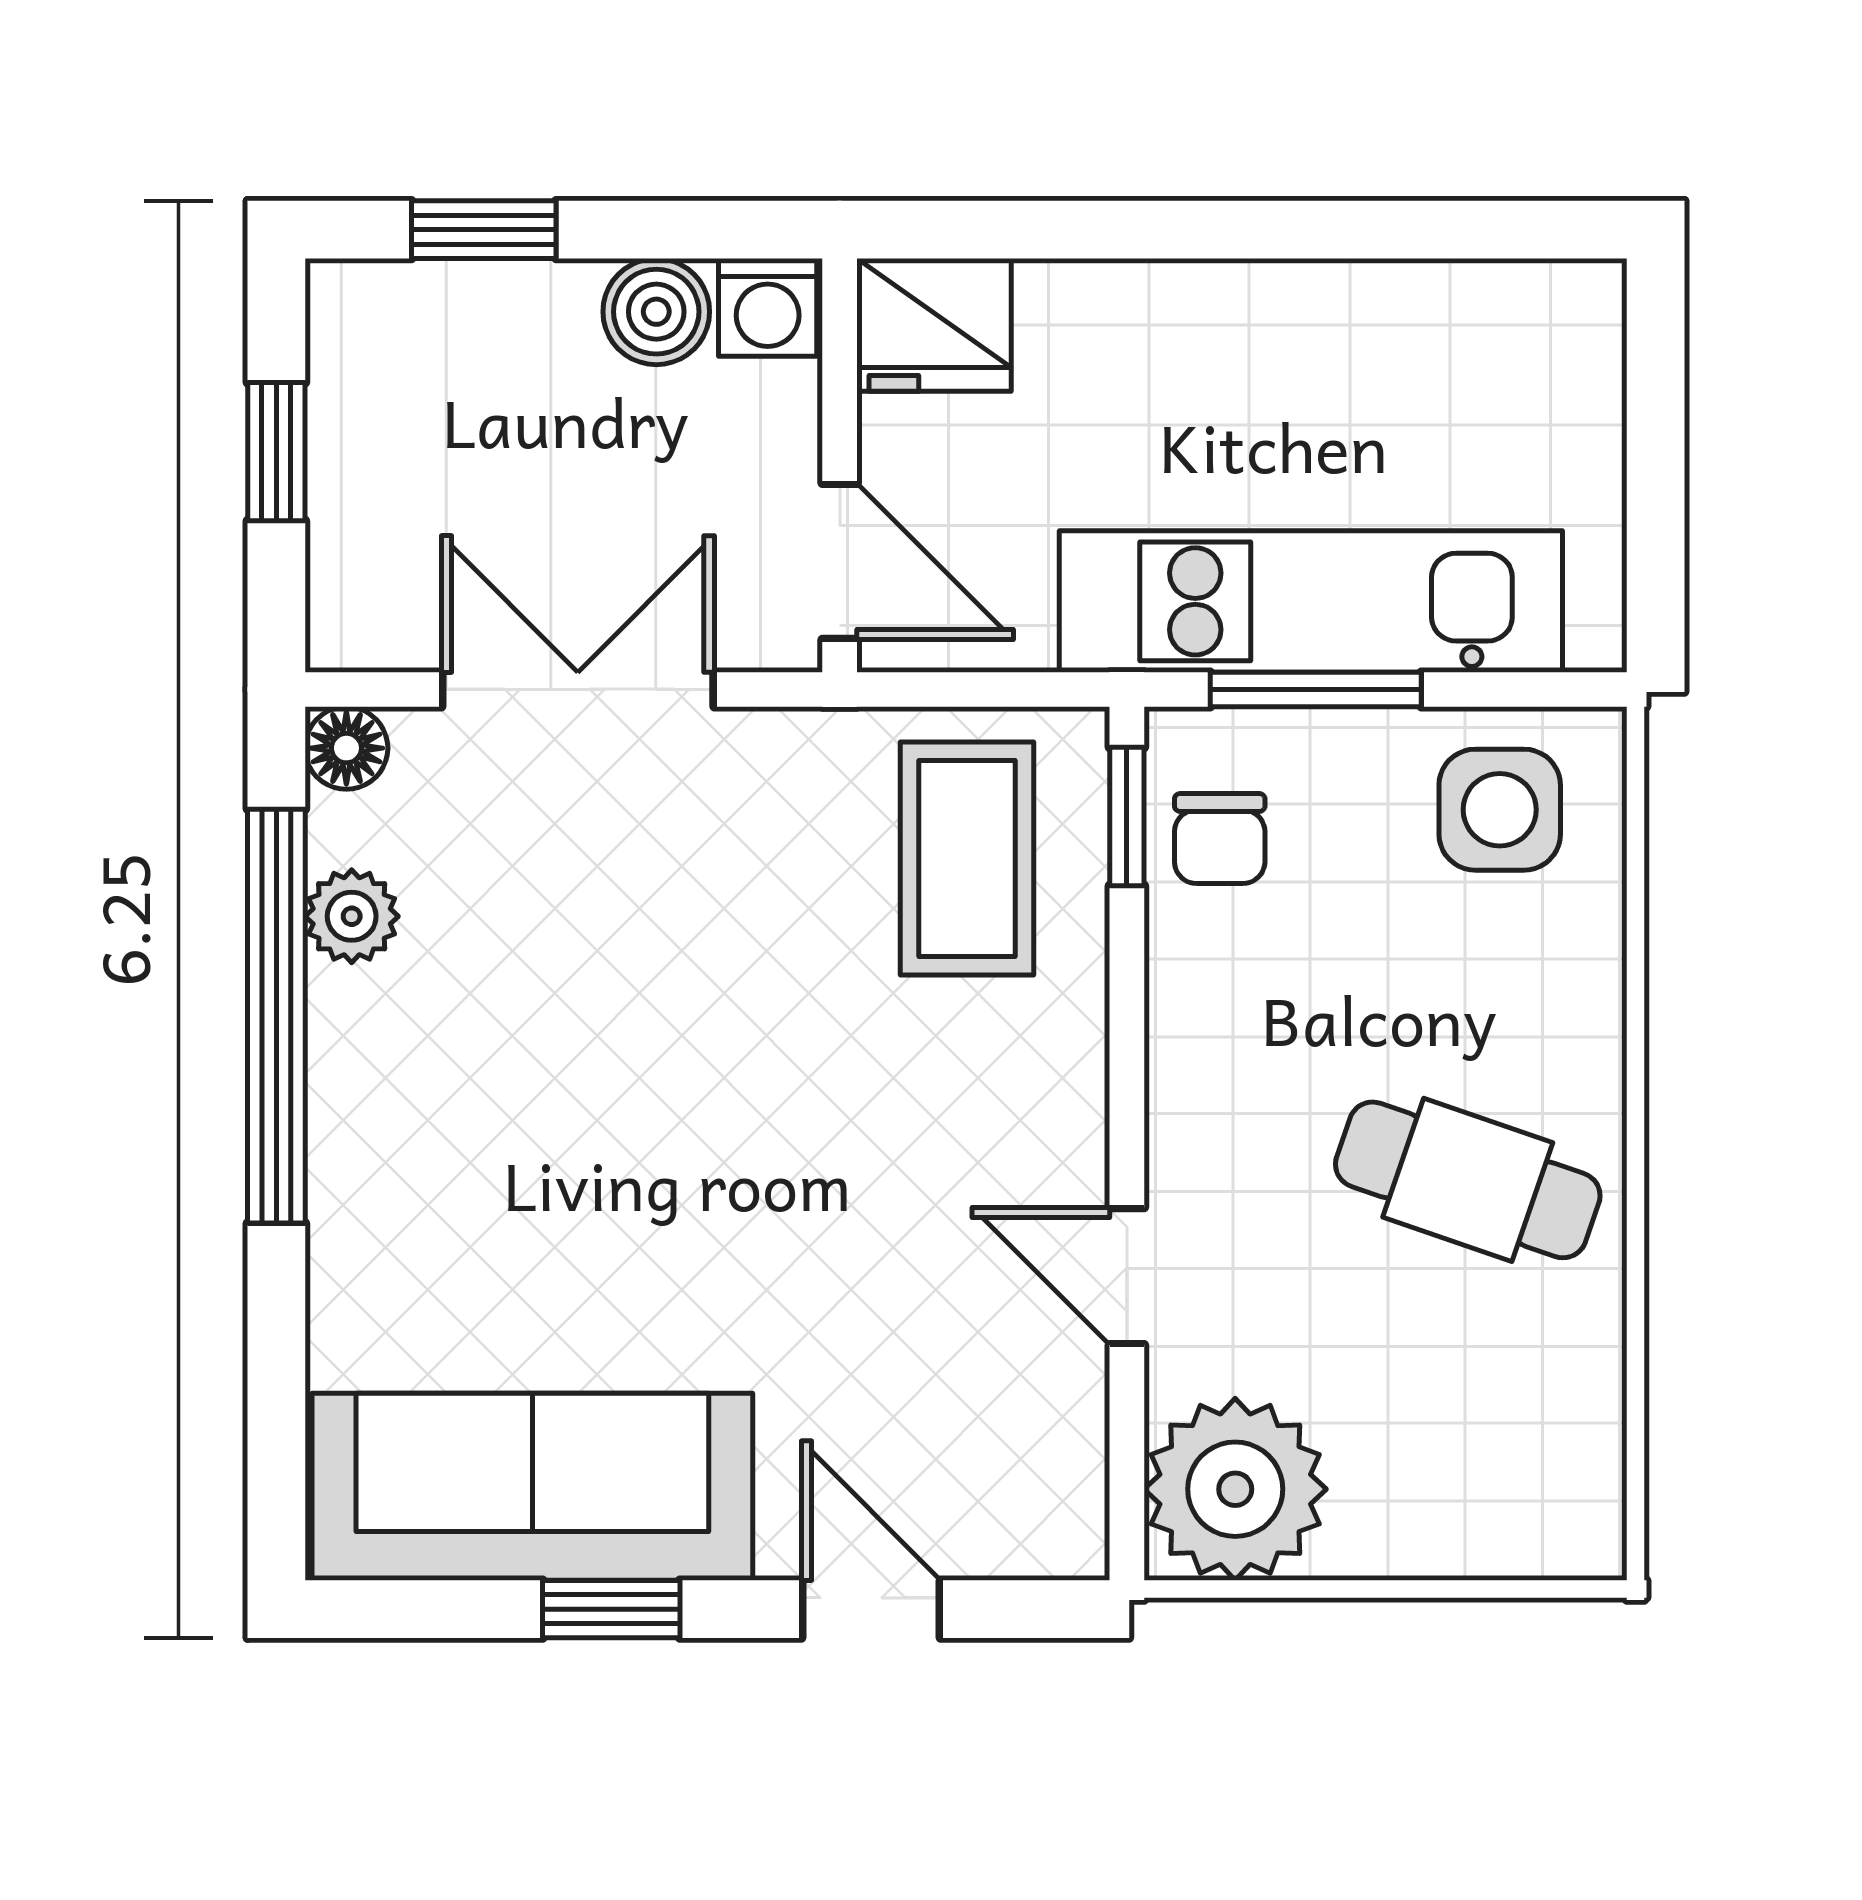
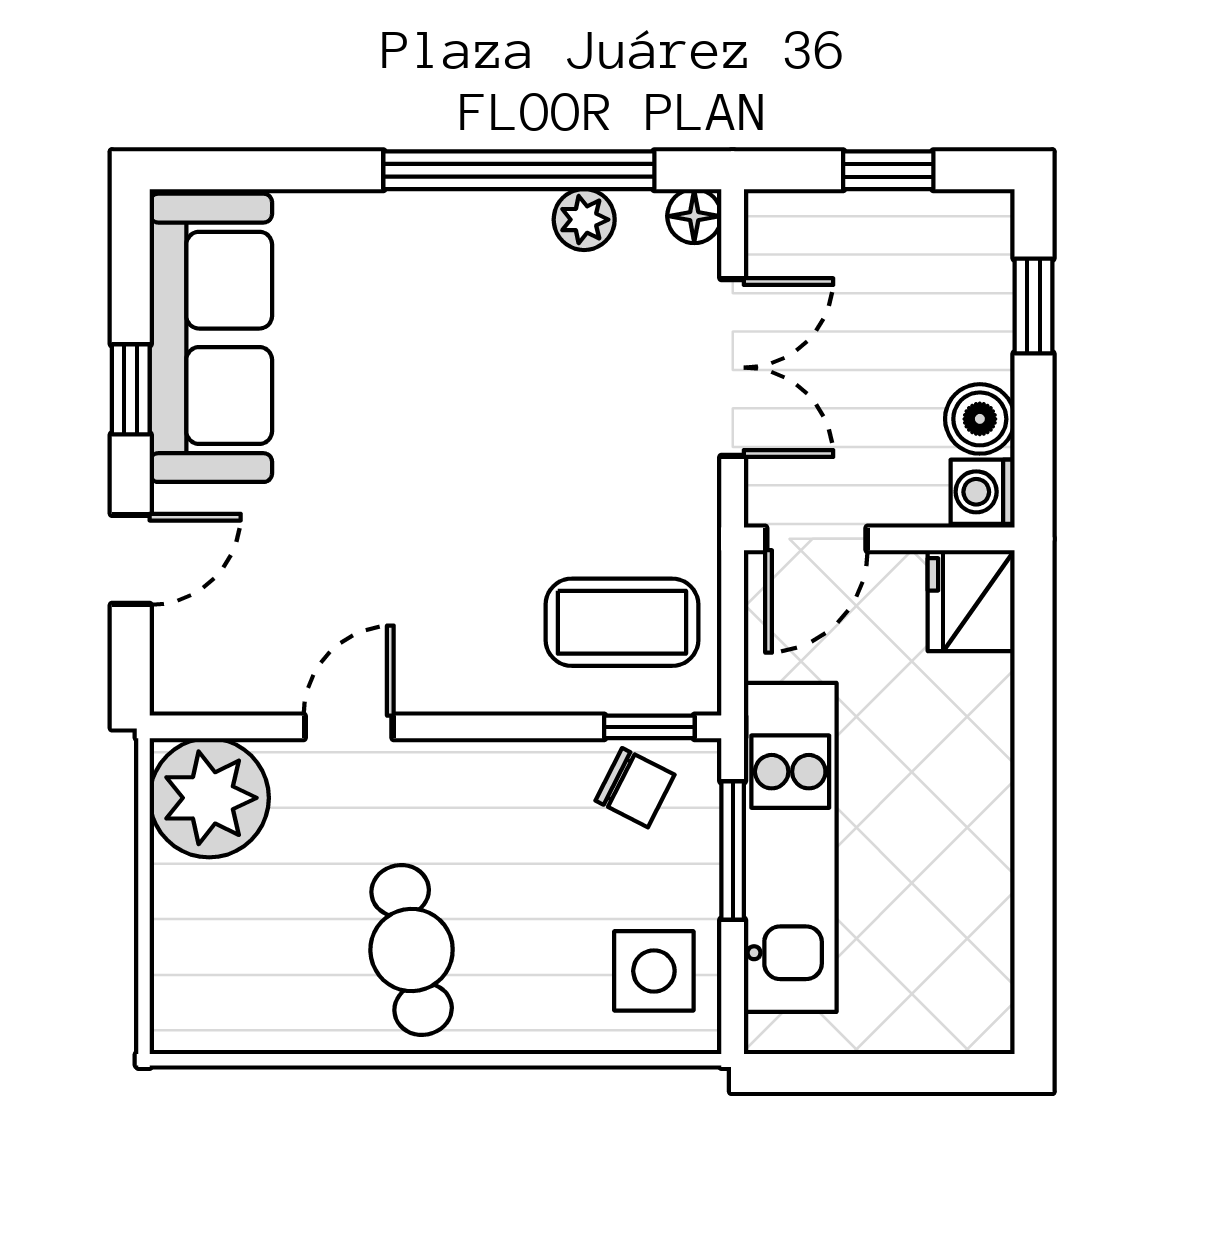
chair: (1220, 839) -> (635, 788), turned -153
cafe table: (1468, 1180) -> (412, 950), turned -30

